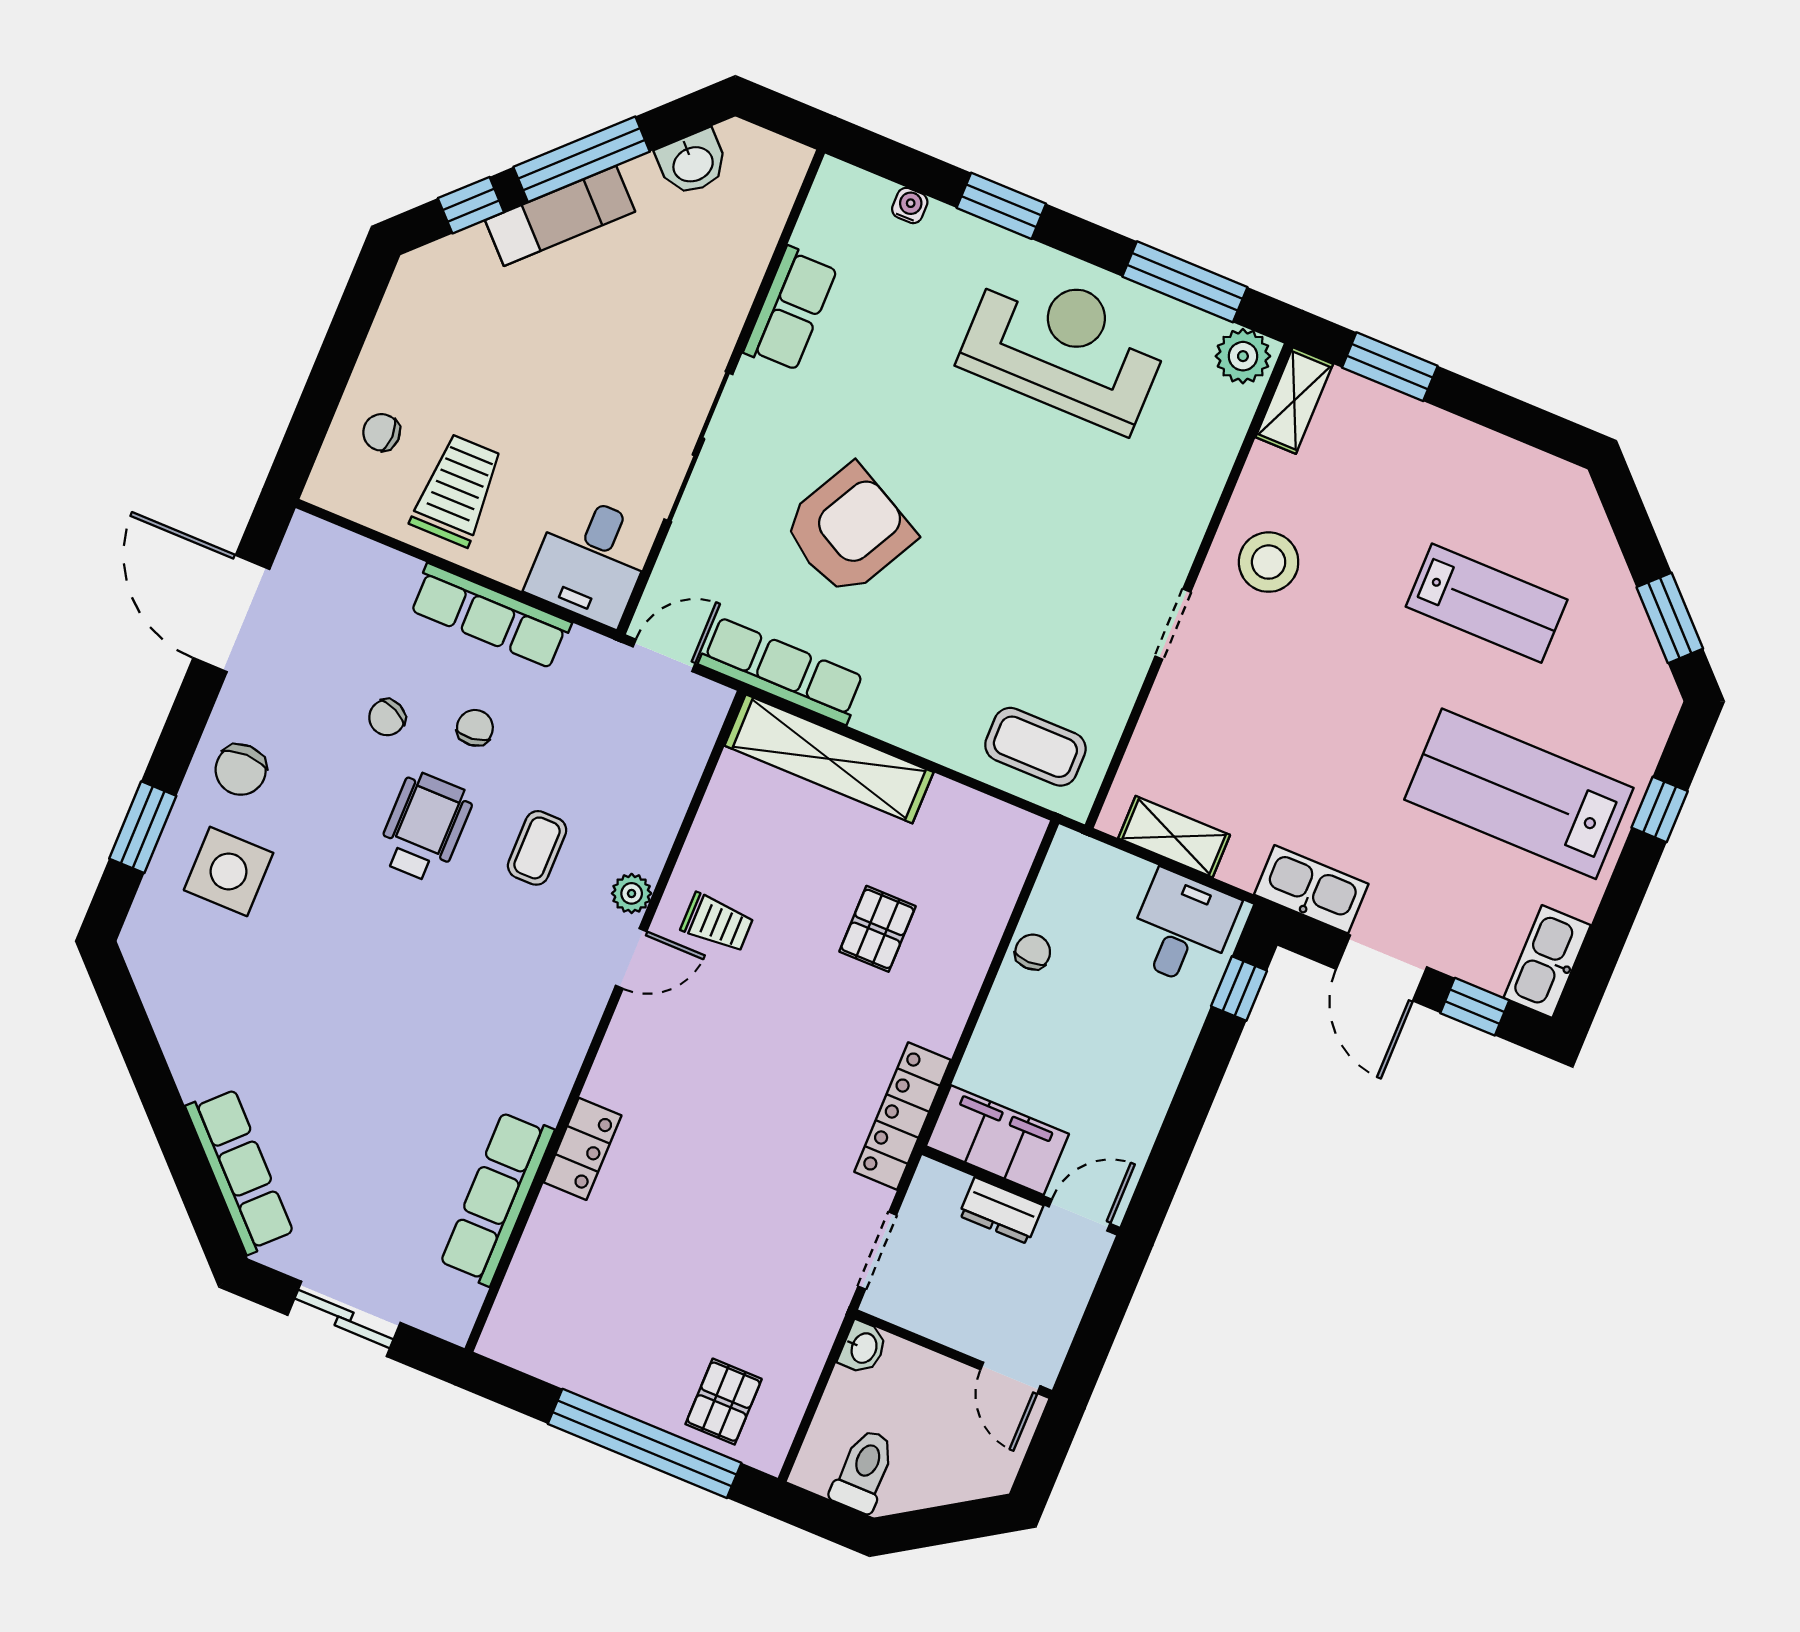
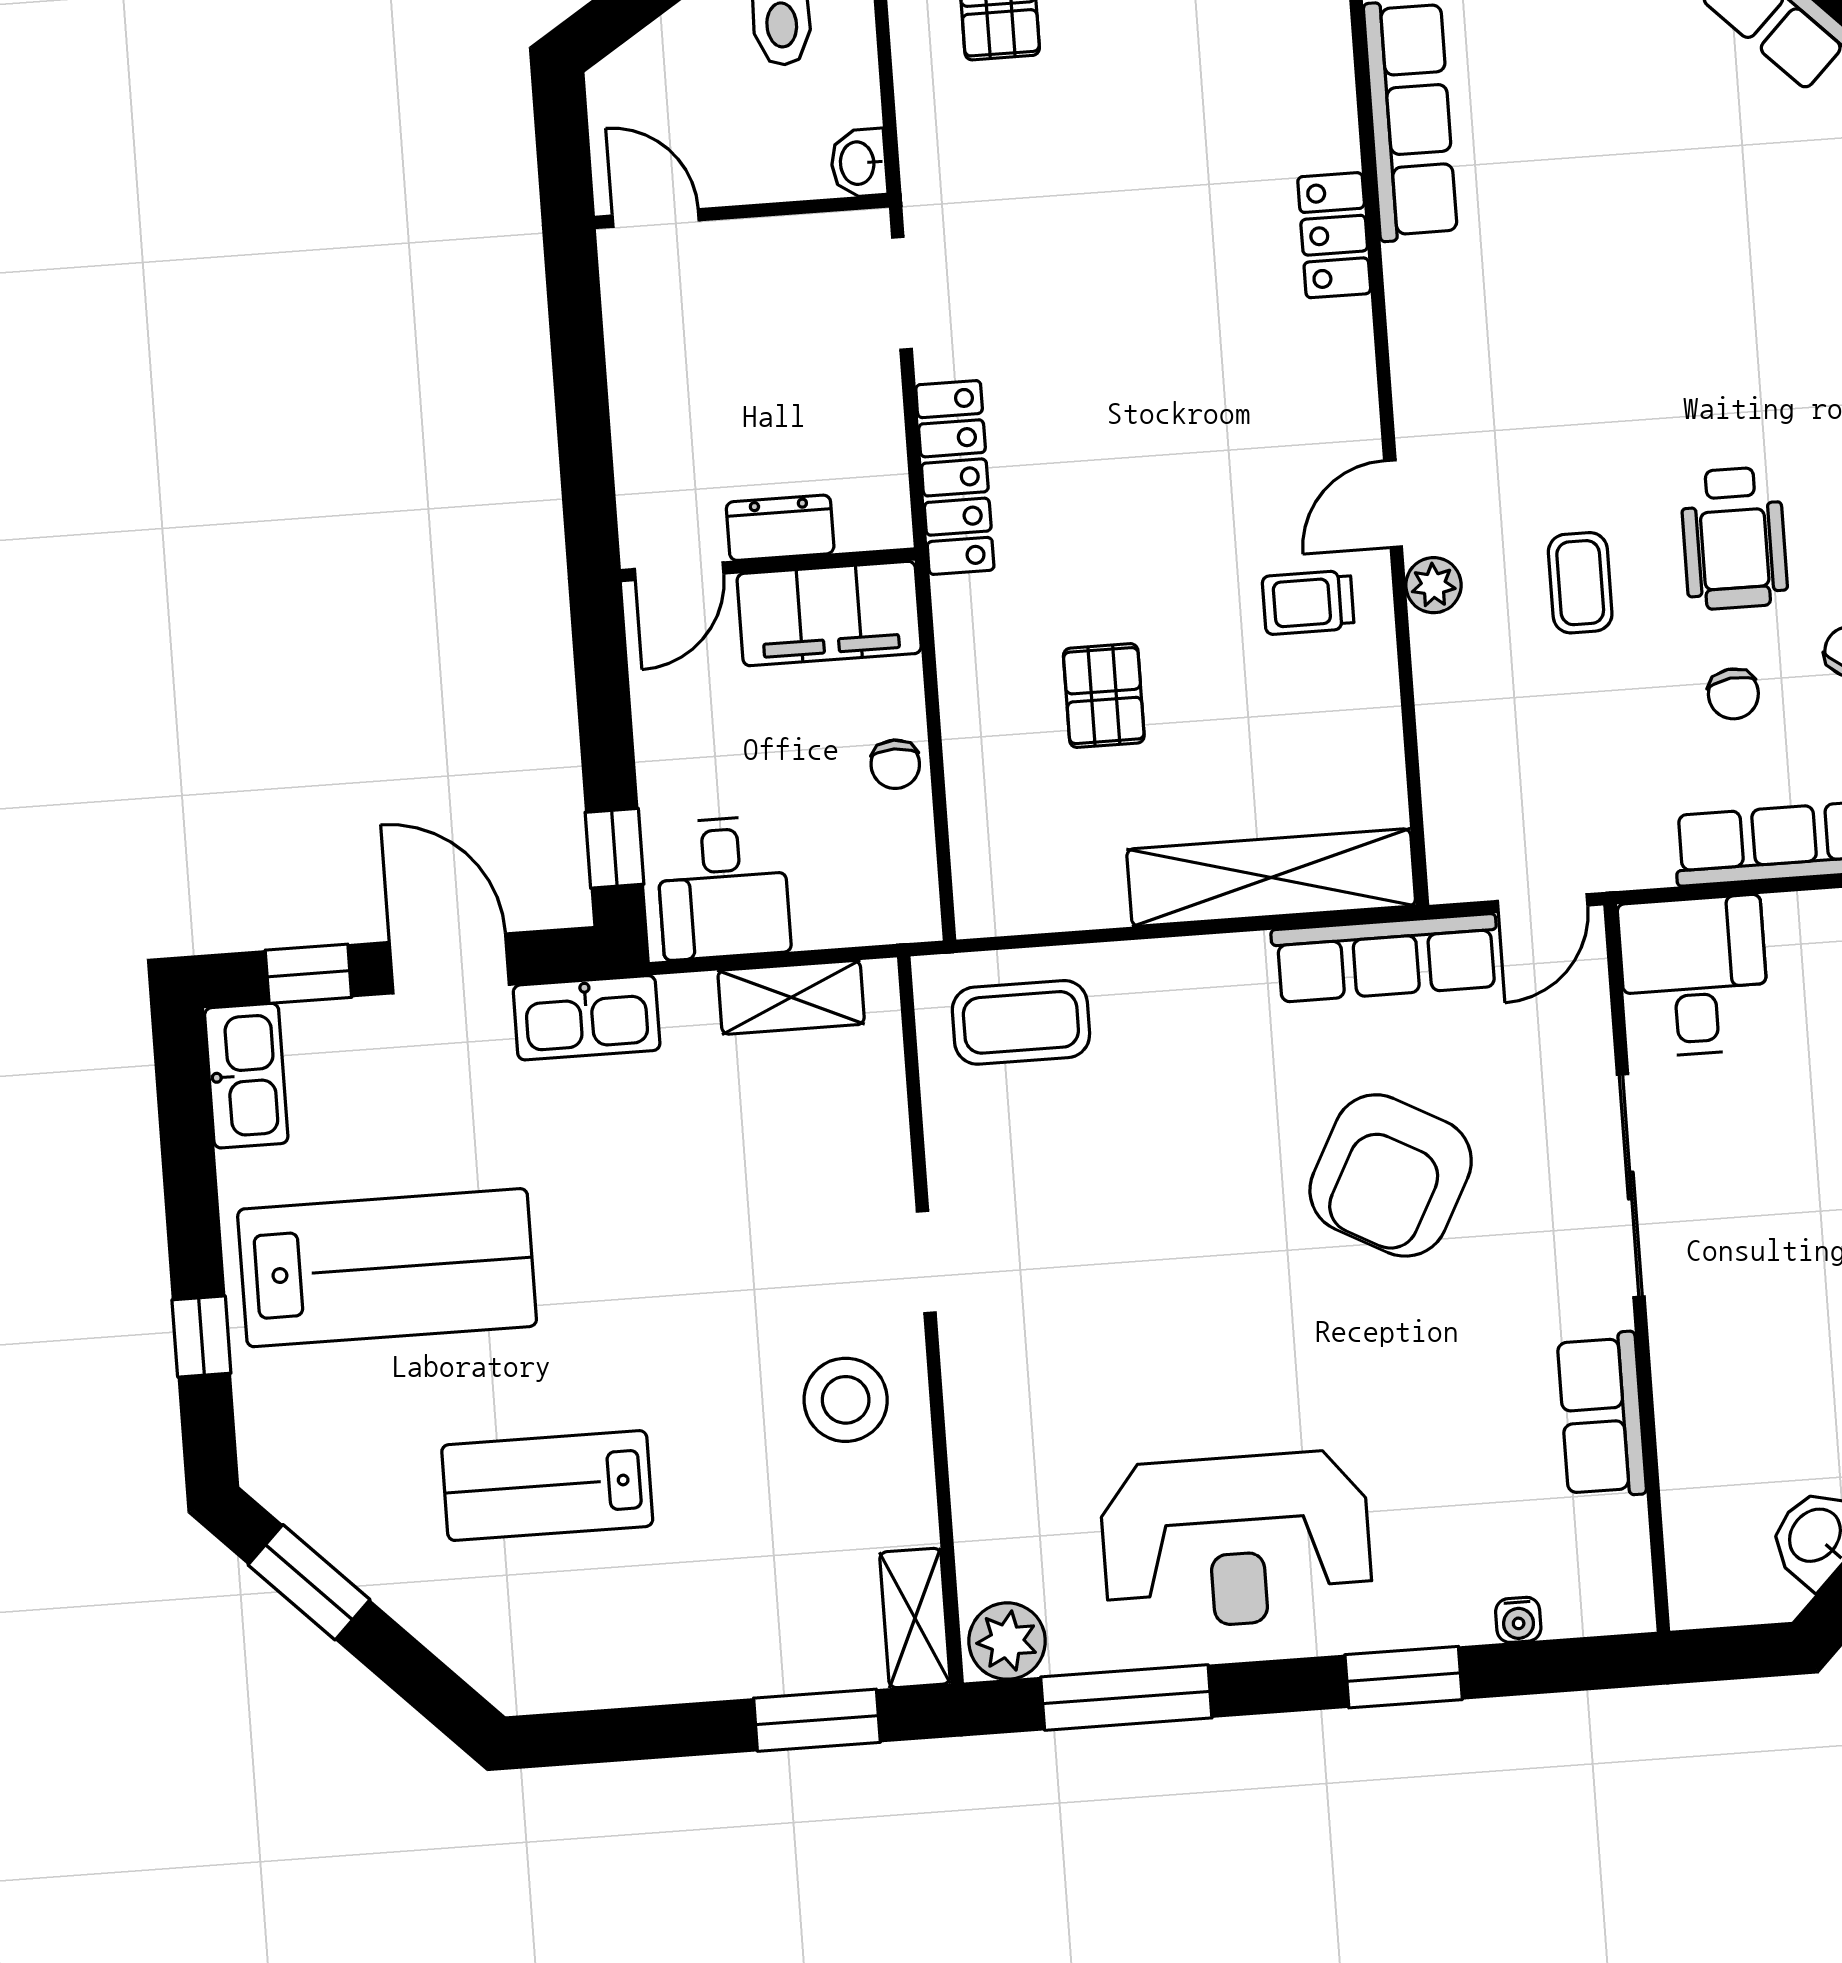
filing cabinet: (997, 1140) -> (829, 613), moved
wall: (1021, 1191) -> (768, 565), moved
dresser: (1001, 1211) -> (780, 528), moved
door: (1080, 1215) -> (679, 571), moved

